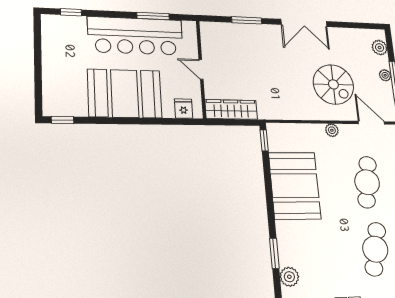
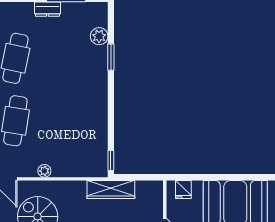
wardrobe: (231, 109) -> (111, 190), moved
booth: (295, 186) -> (86, 118), removed

